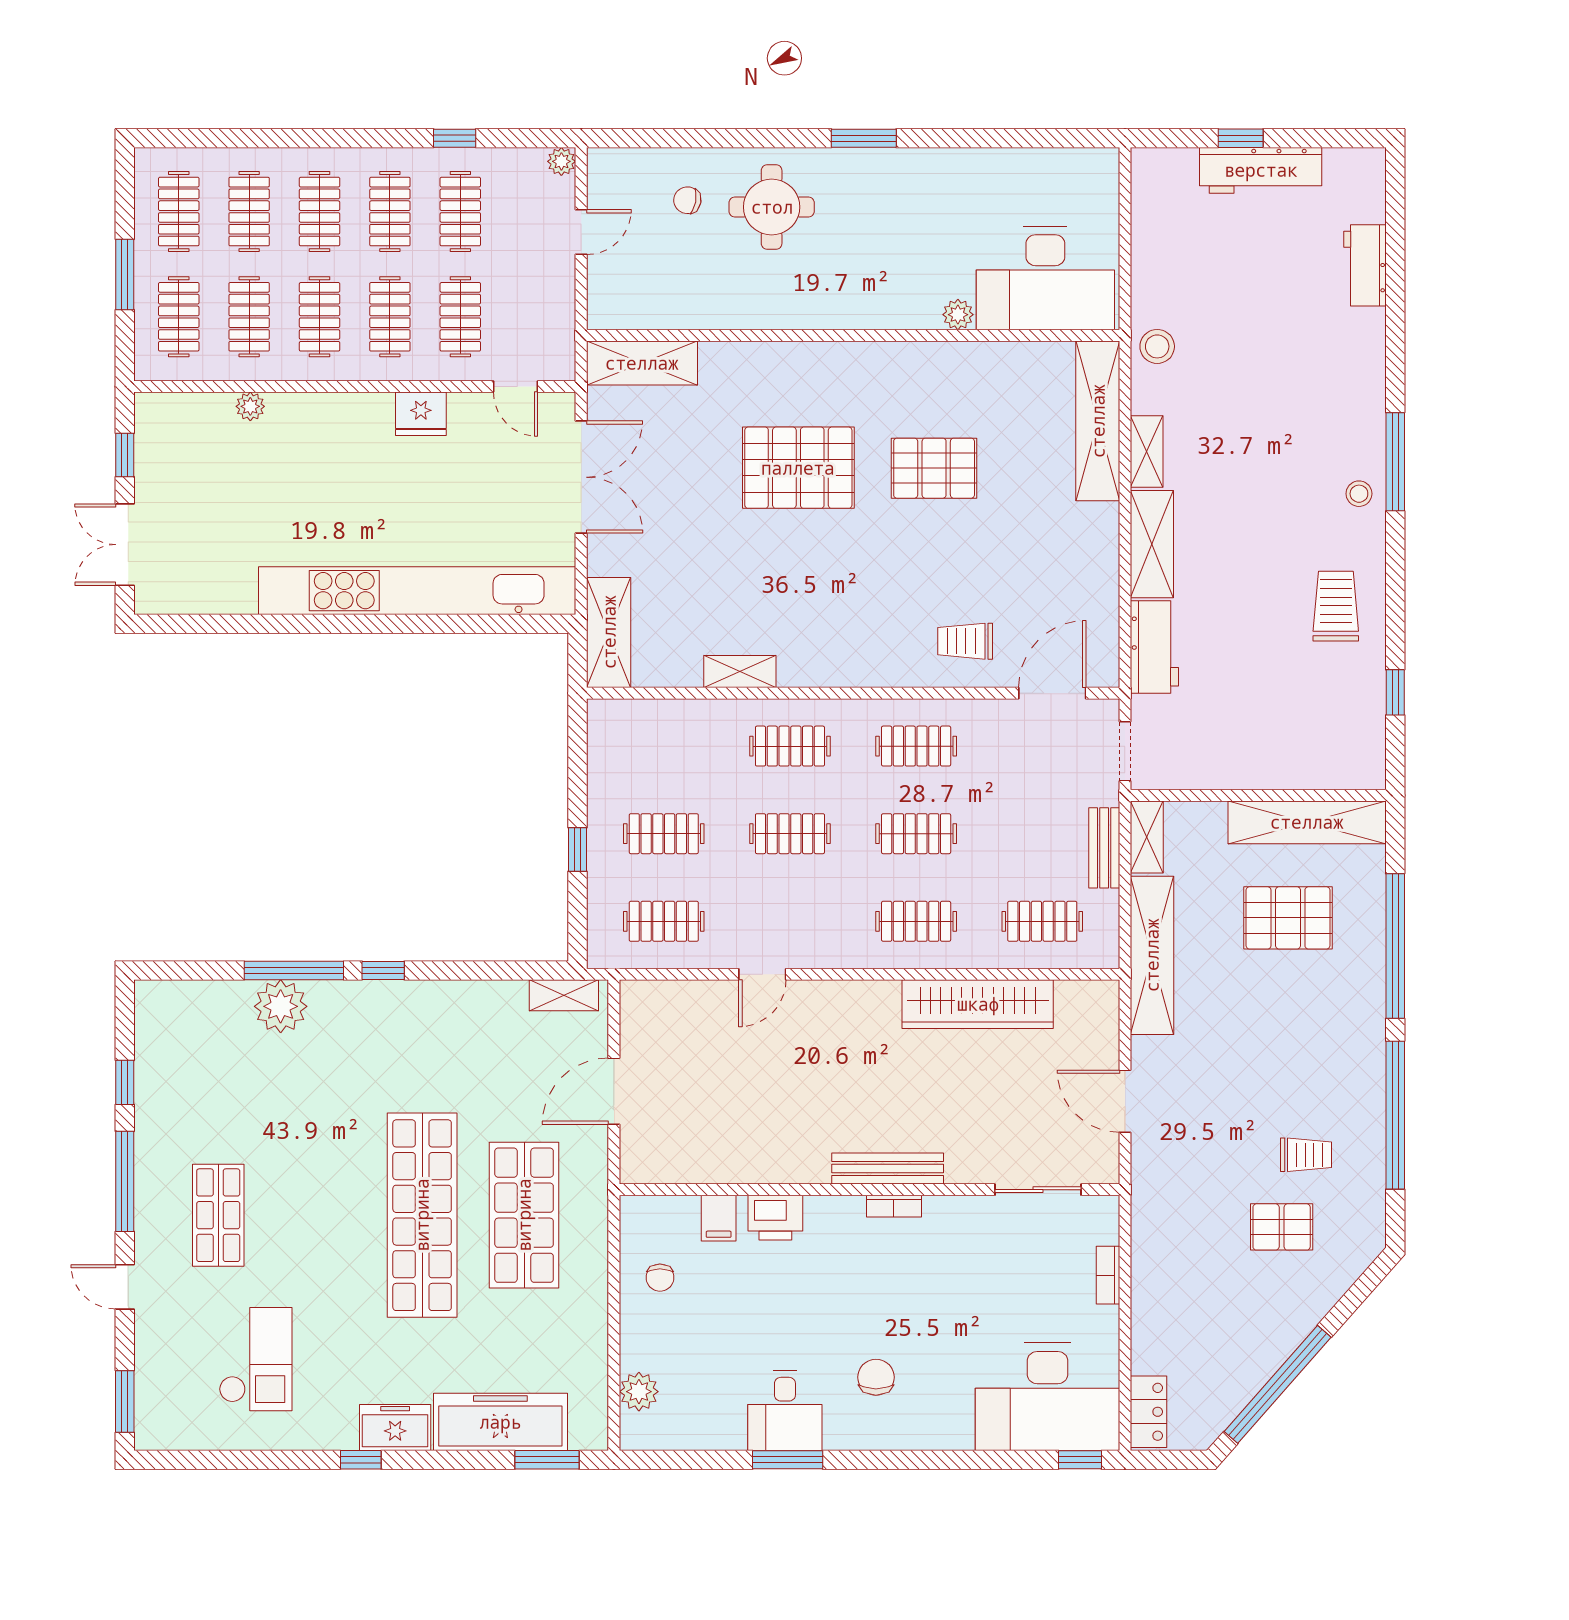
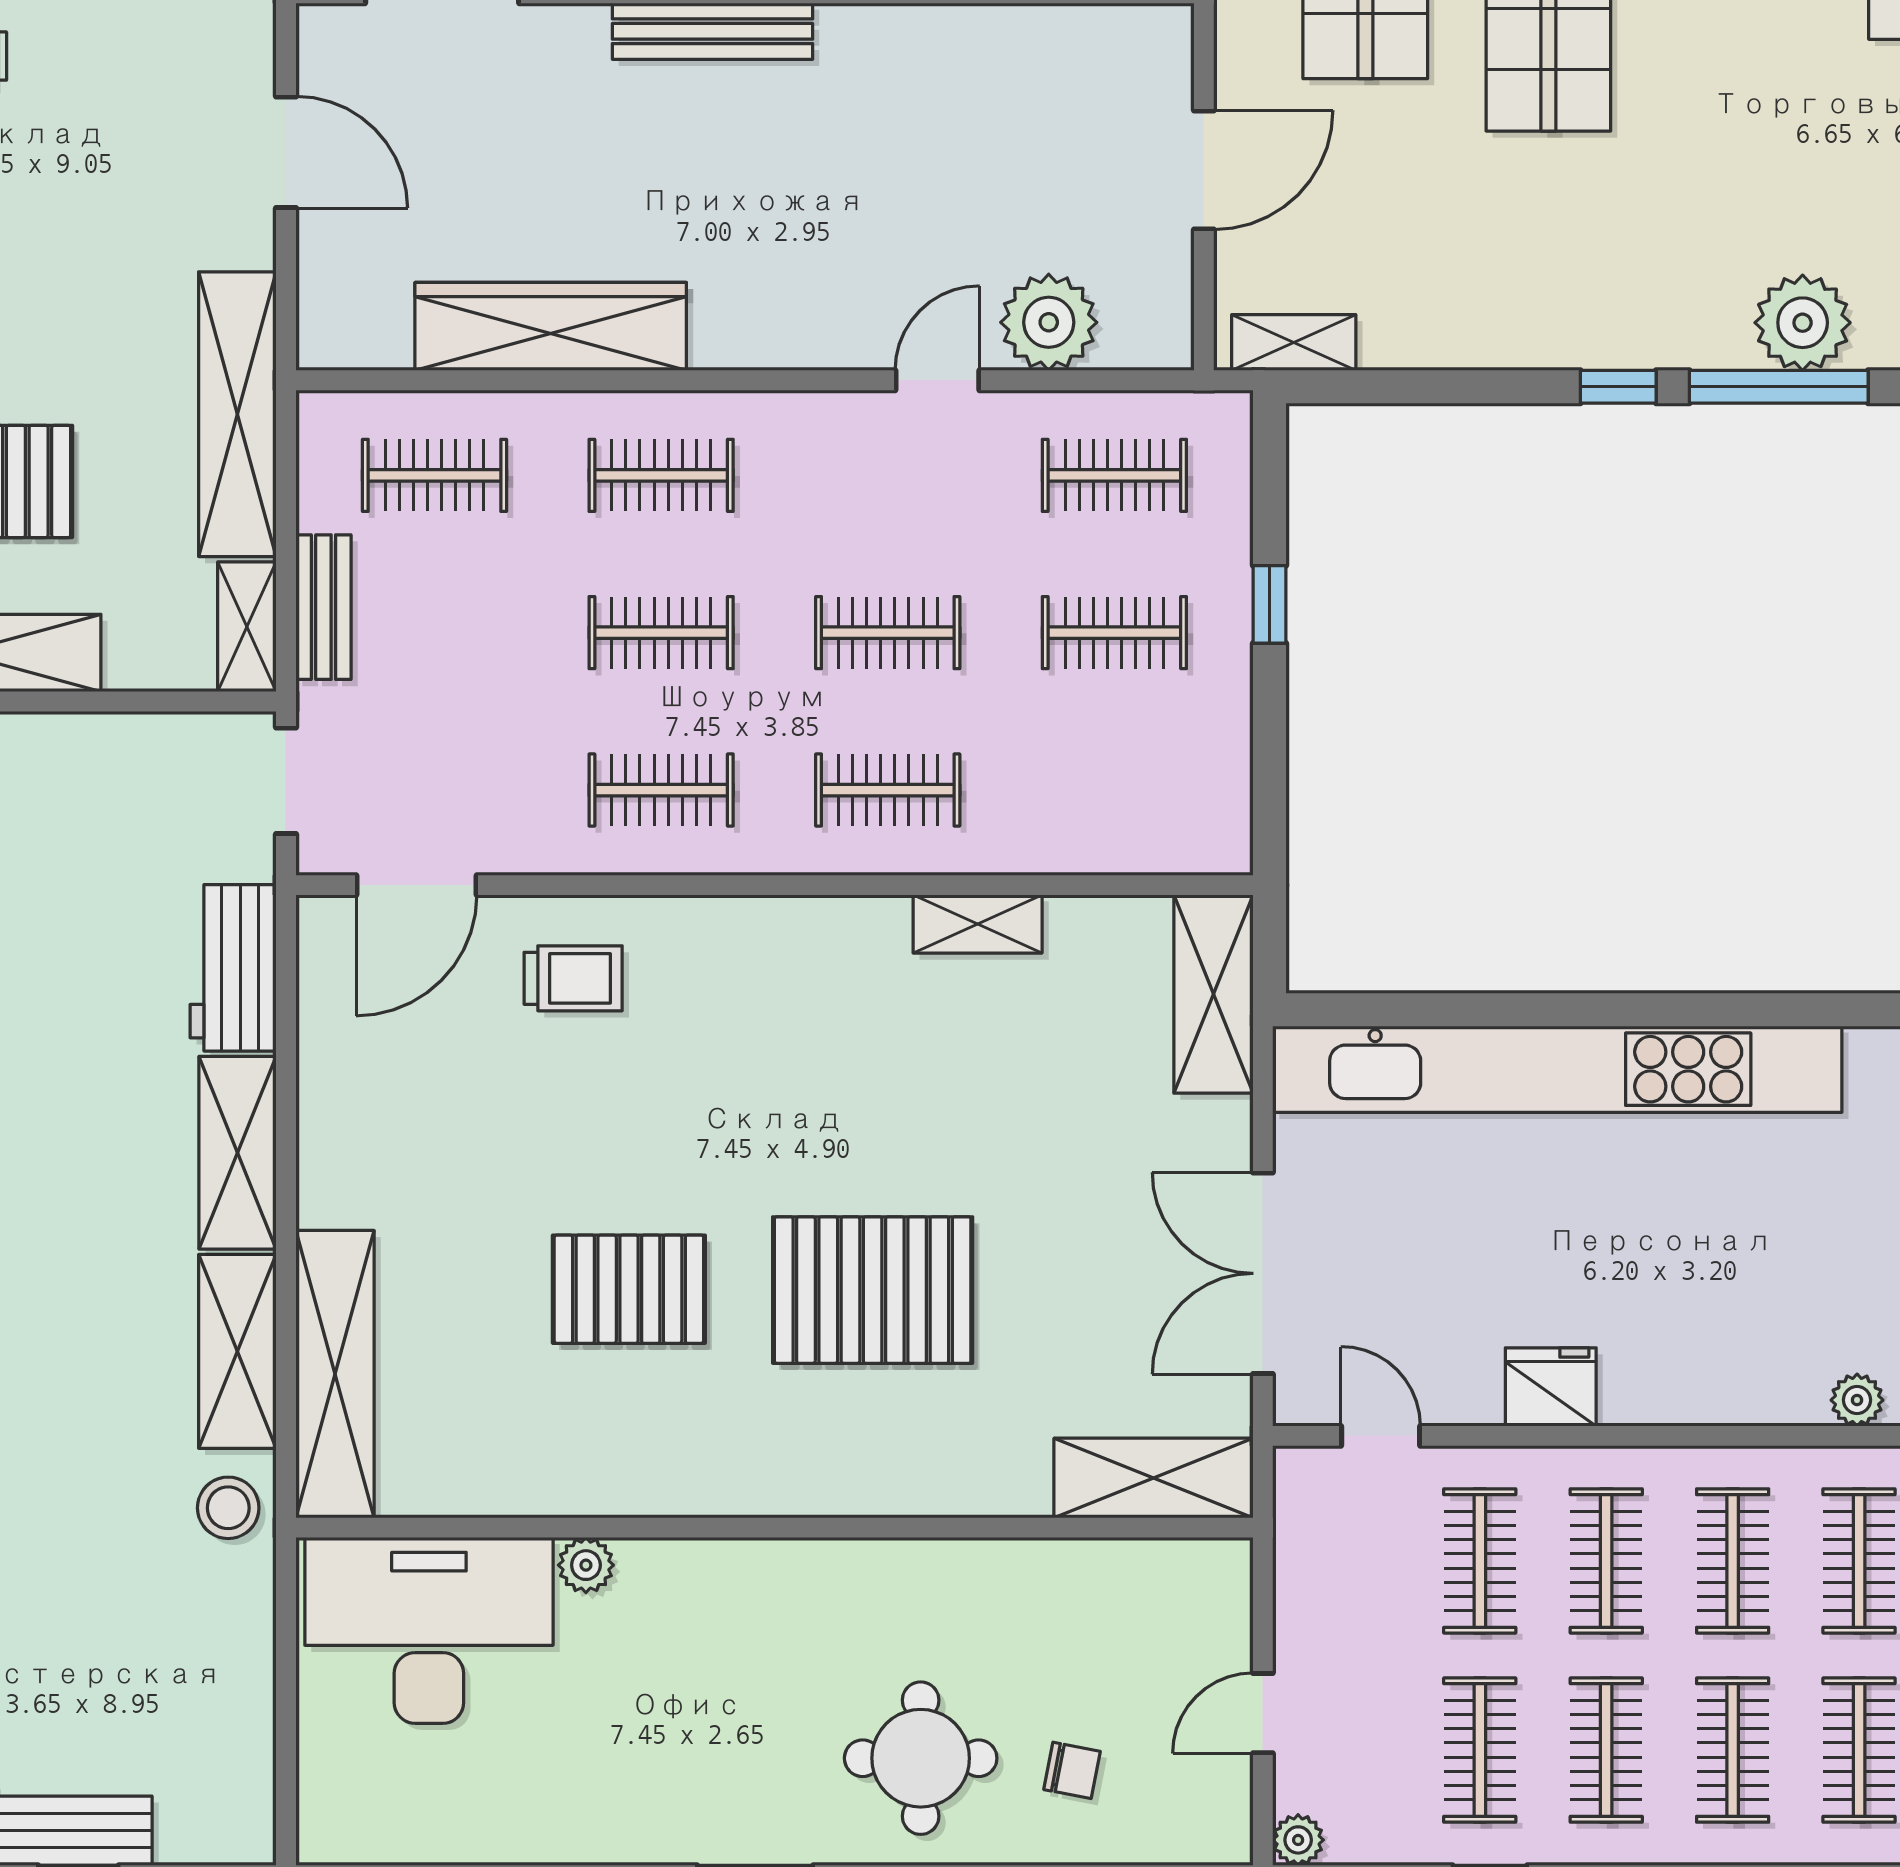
shelving: (1147, 452) -> (237, 1351), width x1.50, depth x1.33
plant: (700, 1007) -> (1049, 322), added

